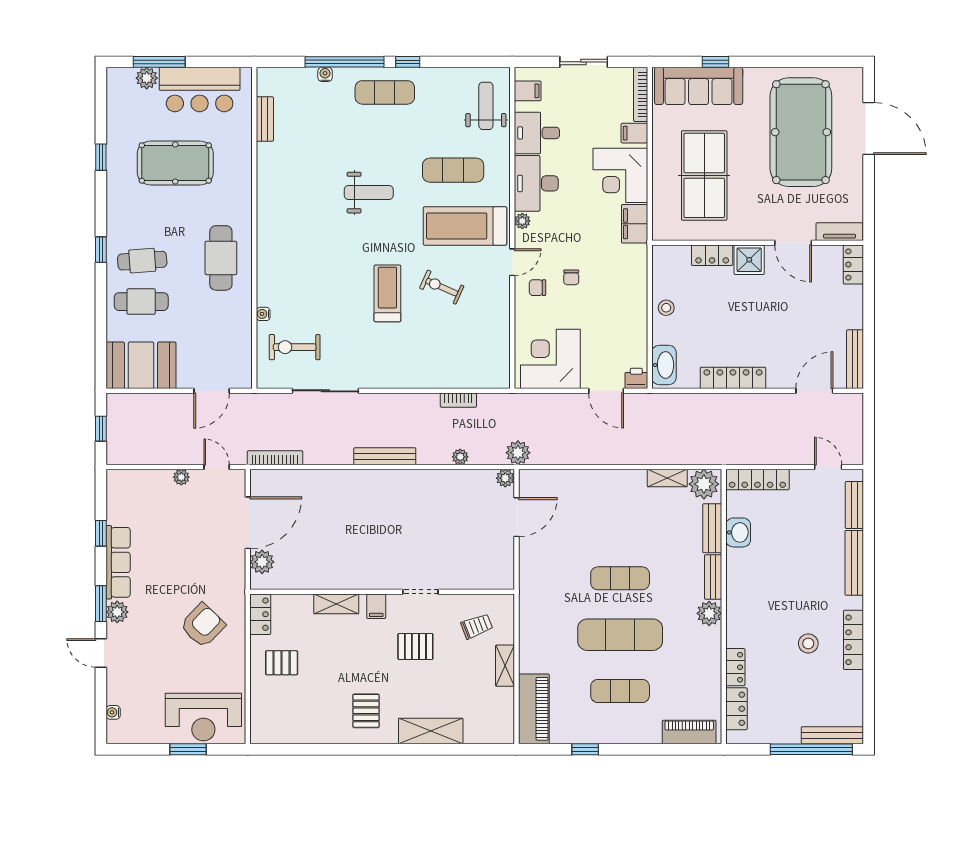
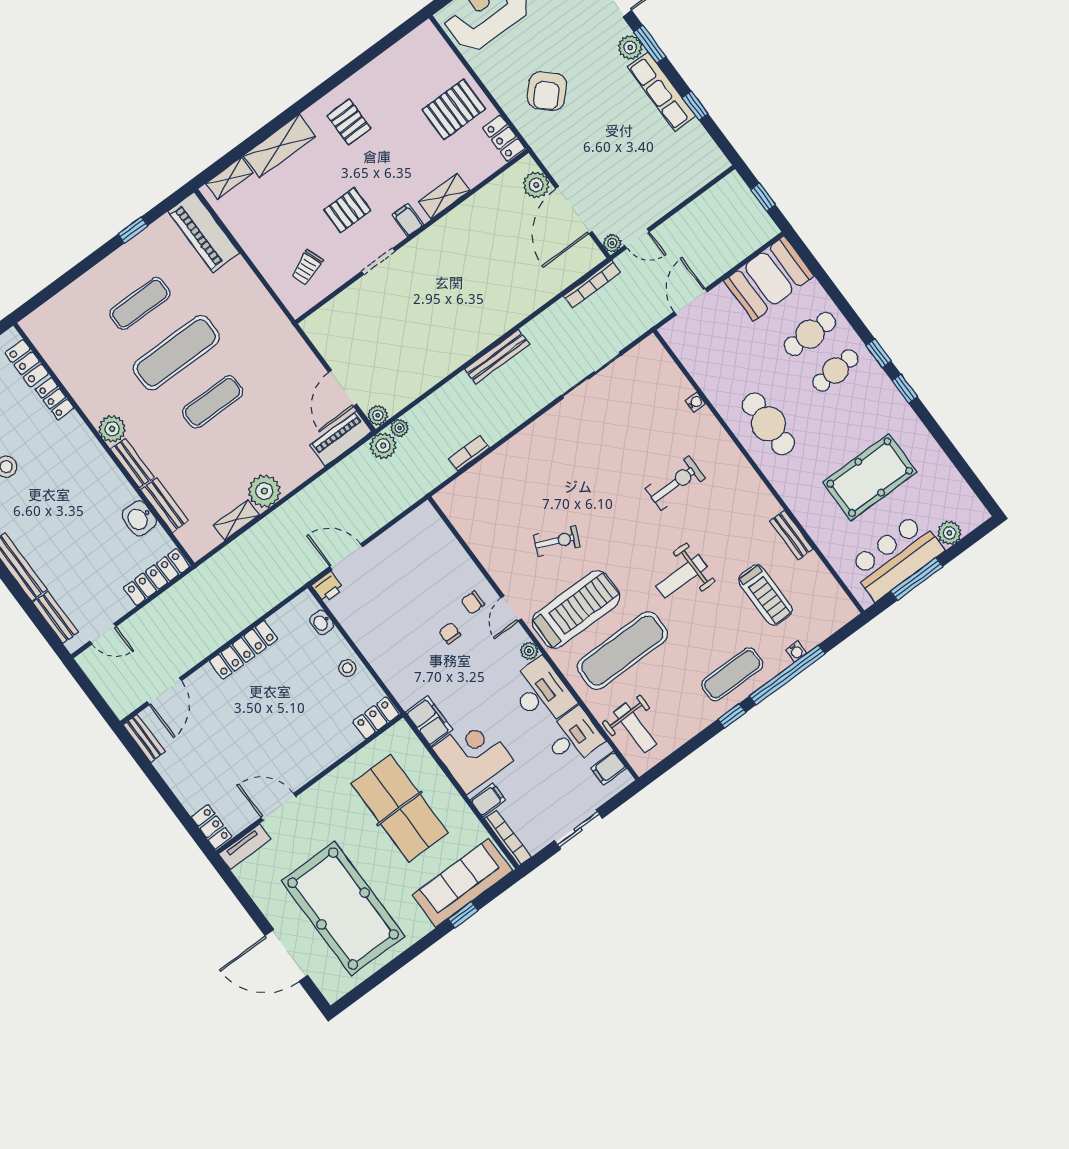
window: (159, 62) -> (917, 579), moved
bench: (265, 119) -> (791, 535), moved
window: (101, 157) -> (905, 389), moved
exercise mat: (453, 170) -> (622, 650), width x1.36, depth x1.45
locker: (712, 255) -> (376, 718), moved
shower: (749, 260) -> (306, 764), removed
chair: (537, 288) -> (473, 602), turned 180
treadmill: (387, 293) -> (765, 595), moved
exercise bike: (295, 347) -> (675, 483), moved
corner desk: (550, 359) -> (415, 549), removed
bench: (855, 359) -> (144, 738), width x0.73
washbasin: (664, 365) -> (322, 622), width x0.52, depth x0.69
plant: (460, 457) -> (400, 428), moved
plant: (181, 477) -> (612, 243), moved
plant: (704, 484) -> (264, 491), moved
pallet: (282, 663) -> (454, 109), width x1.50, depth x1.42
shelving: (505, 666) -> (229, 178), moved, turned 90
piano: (689, 732) -> (341, 439), moved, turned 180

